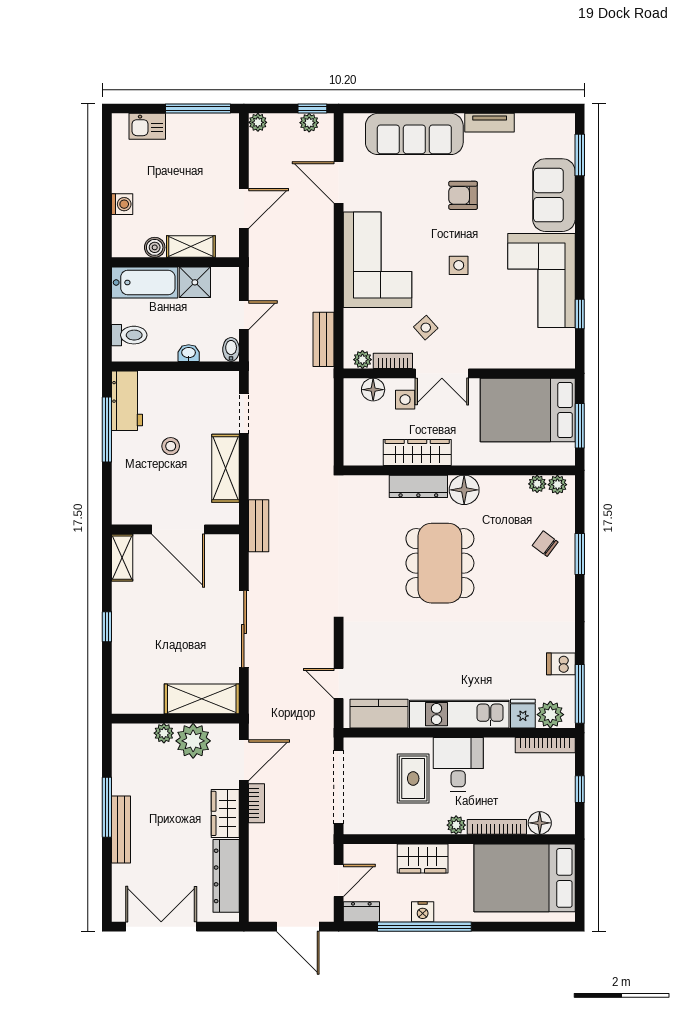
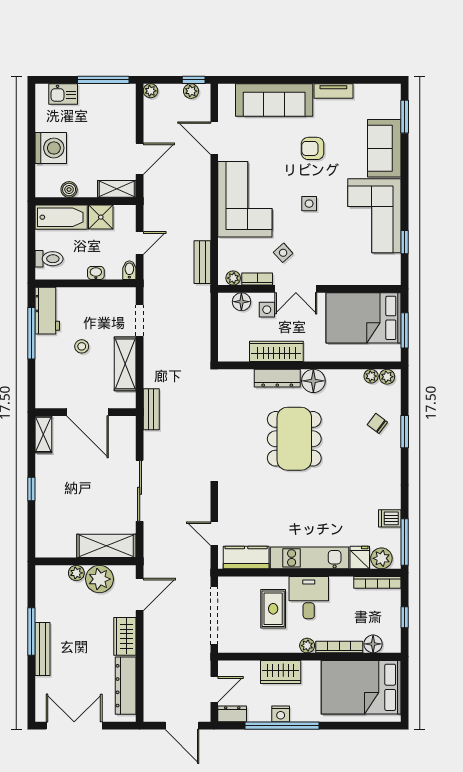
washing machine: (122, 204) -> (51, 148), width x1.89, depth x1.89
shelving: (191, 247) -> (117, 189), moved
bookcase: (257, 803) -> (150, 628), removed

